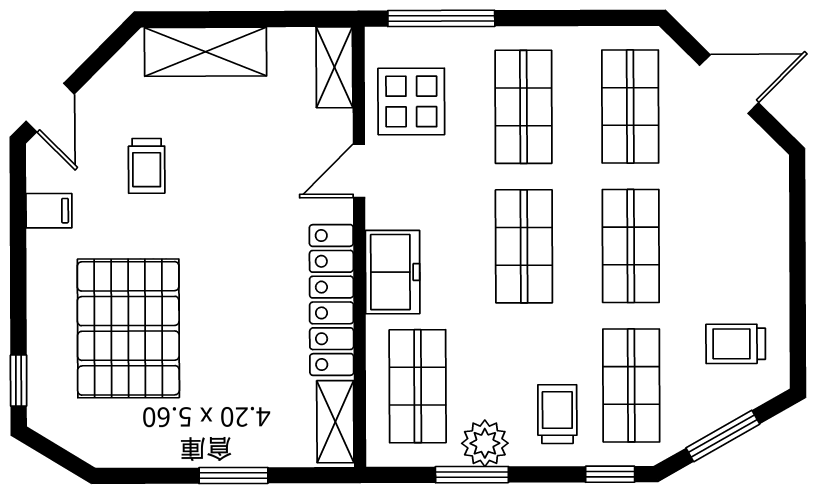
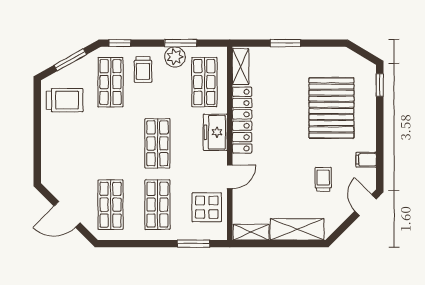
window: (441, 18) -> (193, 244), width x0.69
shelving: (334, 67) -> (251, 232), moved, turned 90
shop shelf: (631, 246) -> (111, 143), removed
trolley: (736, 344) -> (65, 100), width x1.36, depth x1.39

